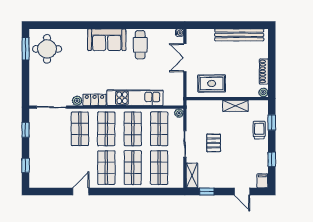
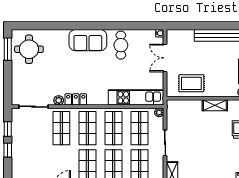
kitchen unit: (135, 98) -> (136, 97), moved
pallet: (214, 143) -> (193, 142), removed
window: (26, 165) -> (8, 150), moved

